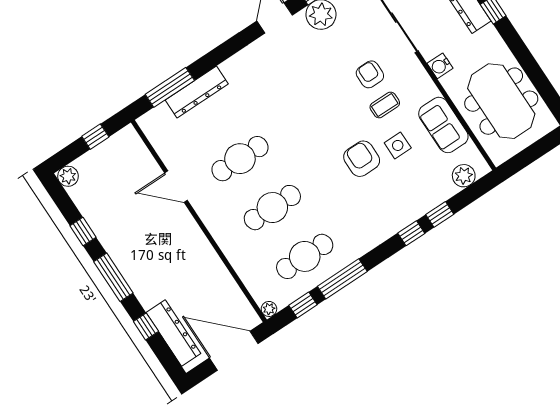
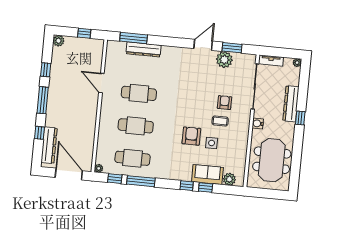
sofa: (443, 125) -> (207, 175), moved, turned 90

